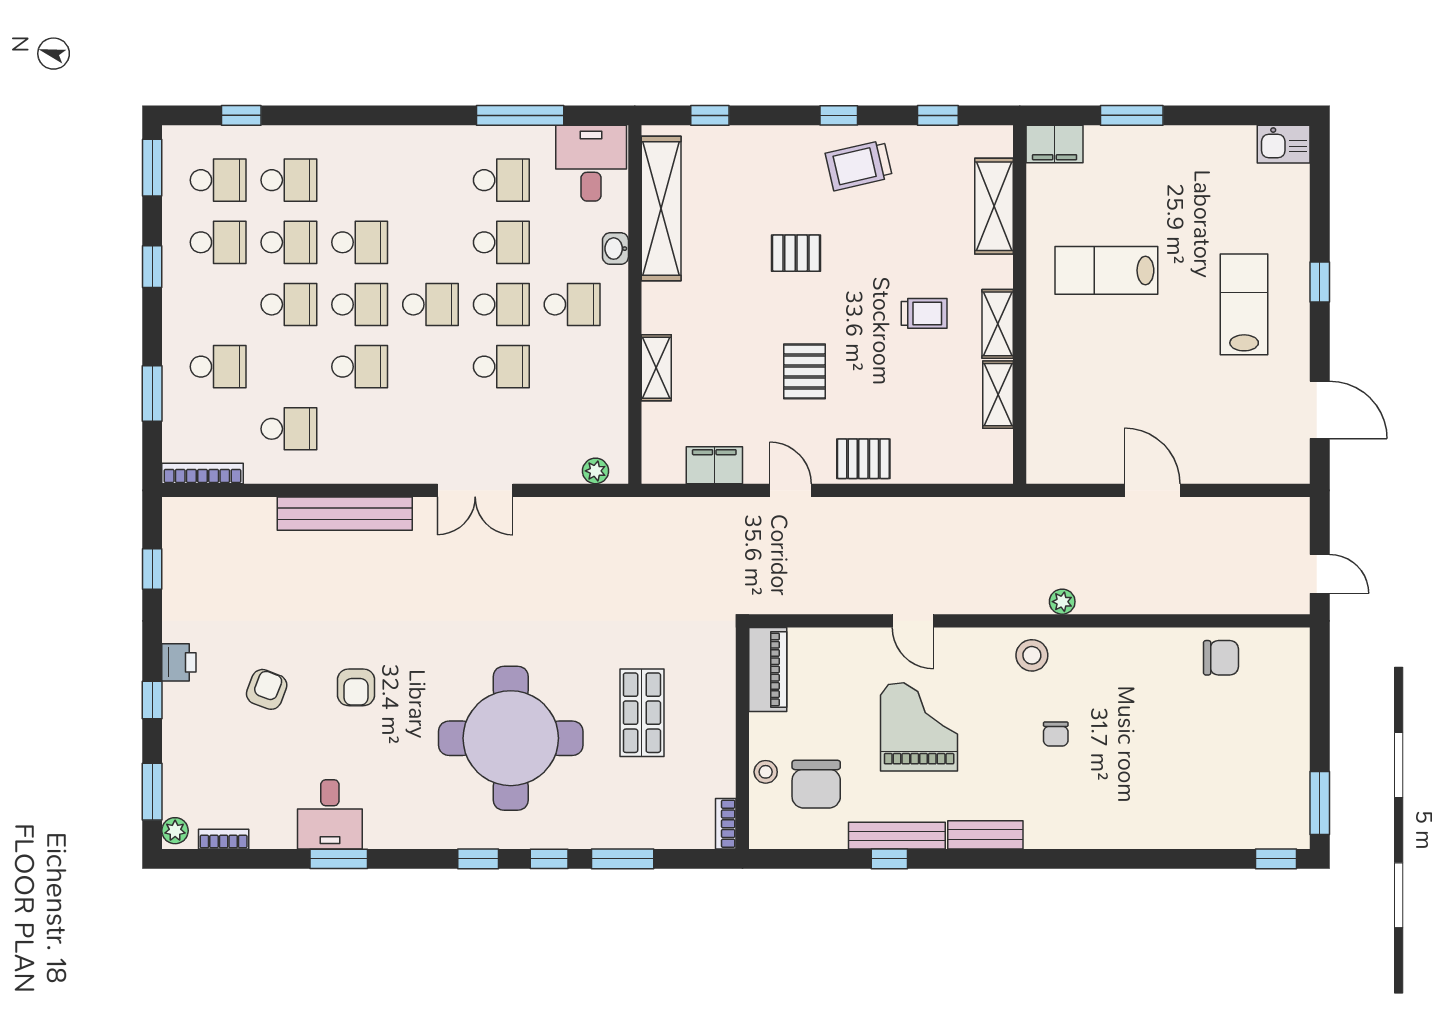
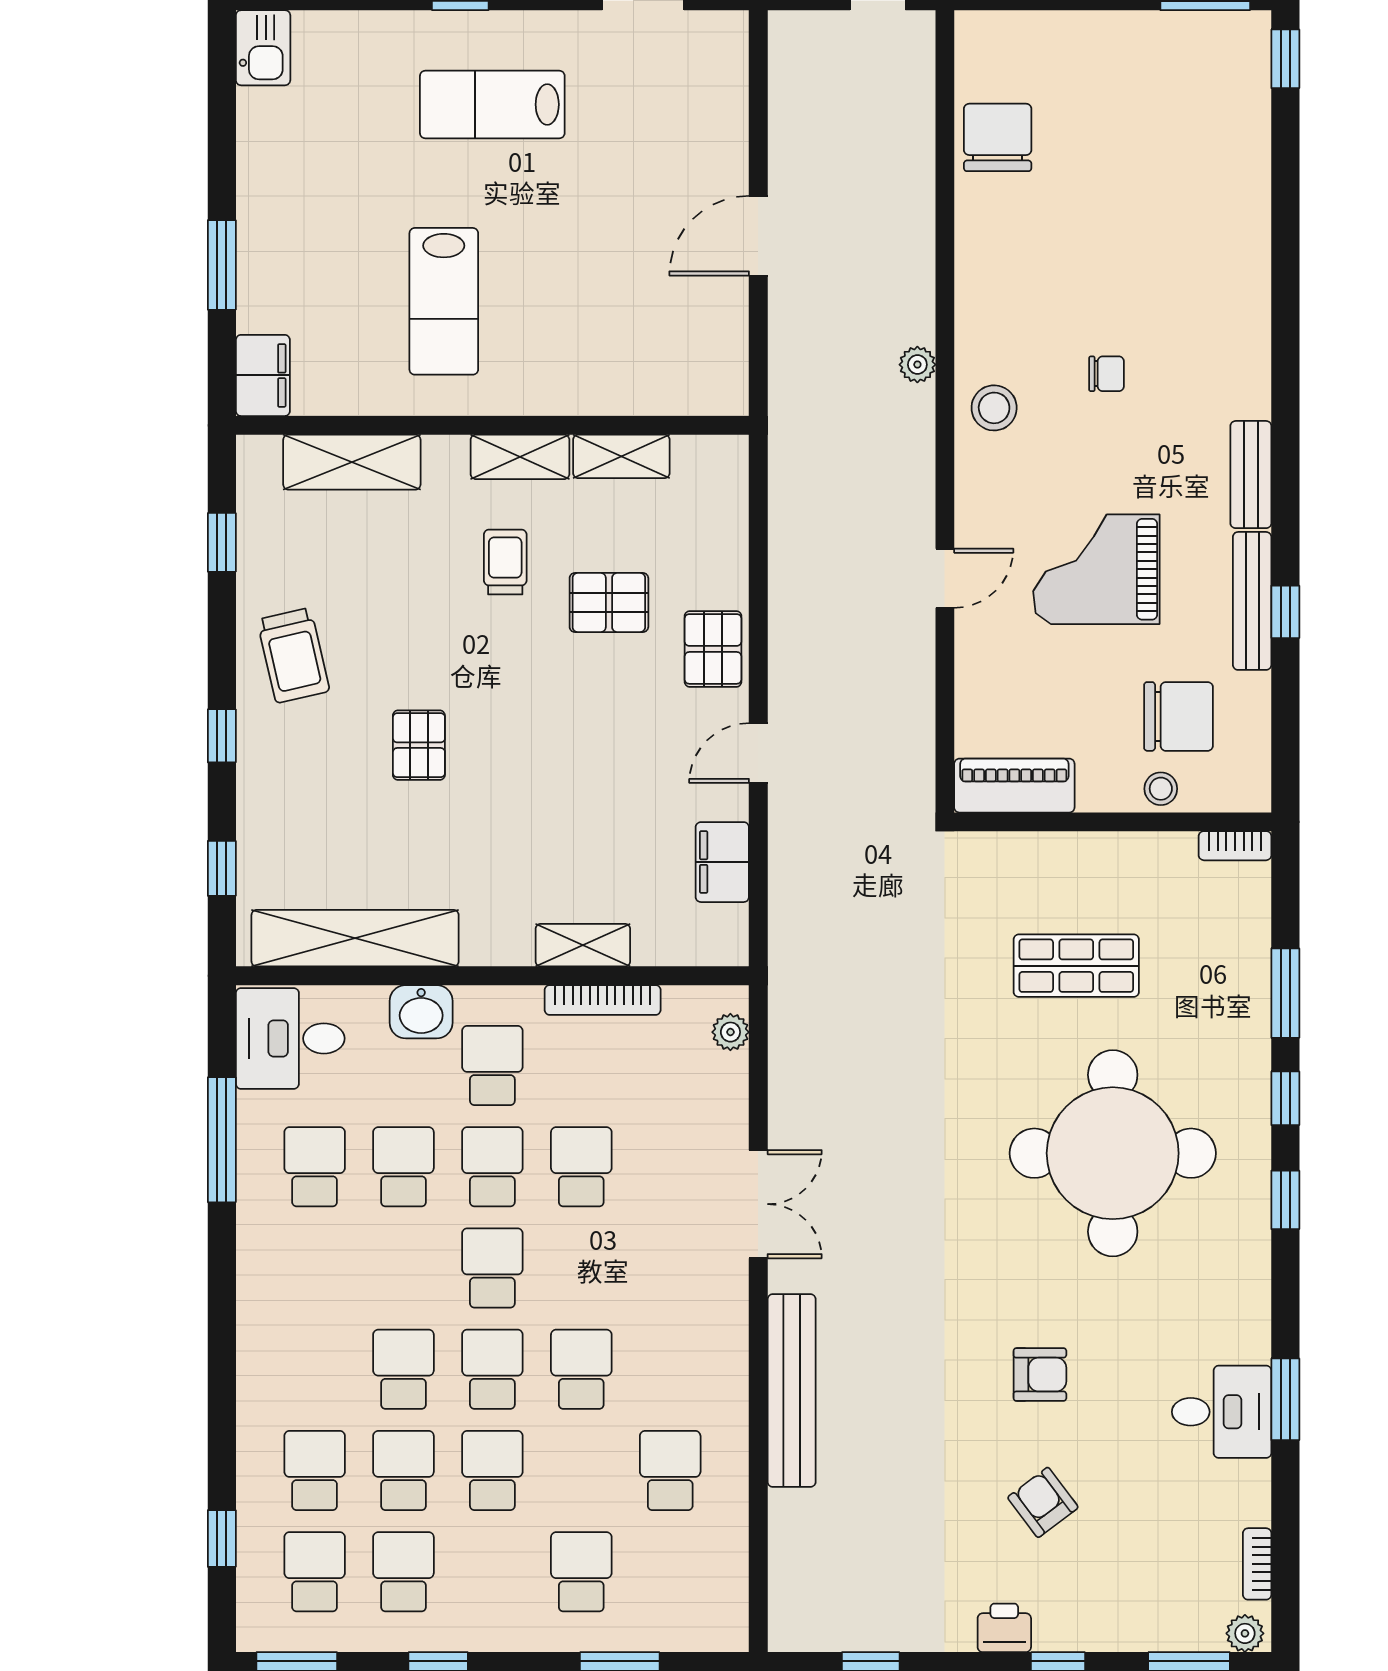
window: (839, 115) -> (222, 736), moved
washbasin: (615, 249) -> (421, 1012), width x1.38, depth x1.45
pallet: (804, 371) -> (609, 603), moved
bookcase: (203, 473) -> (603, 1000), moved, turned -90
chair: (1221, 658) -> (998, 137), width x1.37, depth x1.37
armchair: (267, 689) -> (1043, 1502), turned 32

